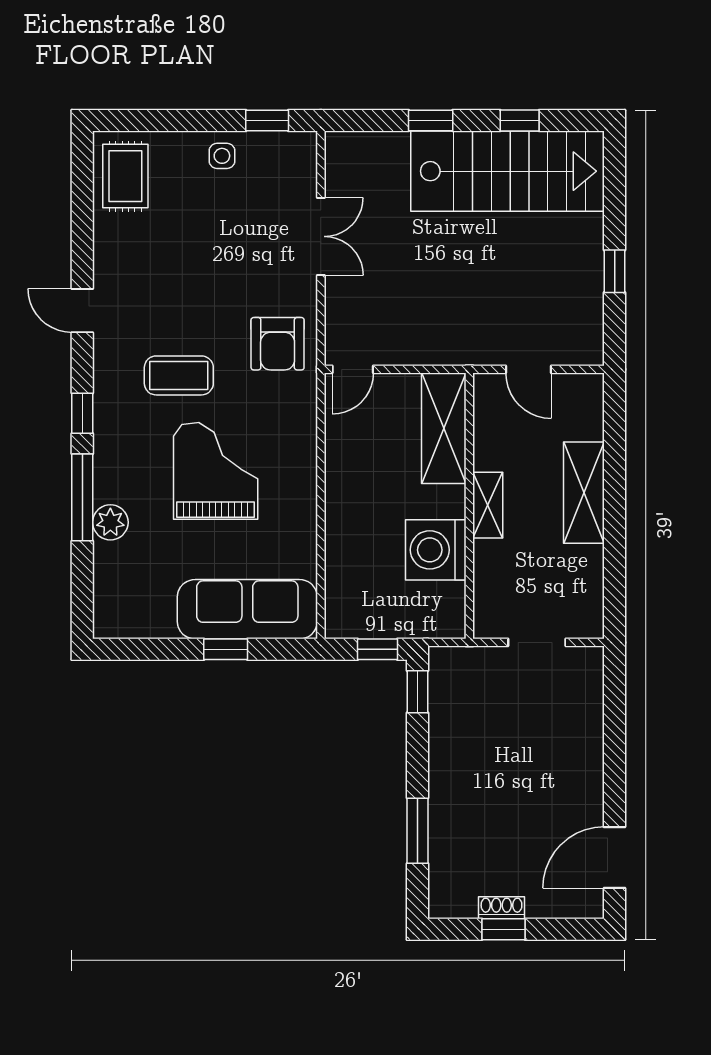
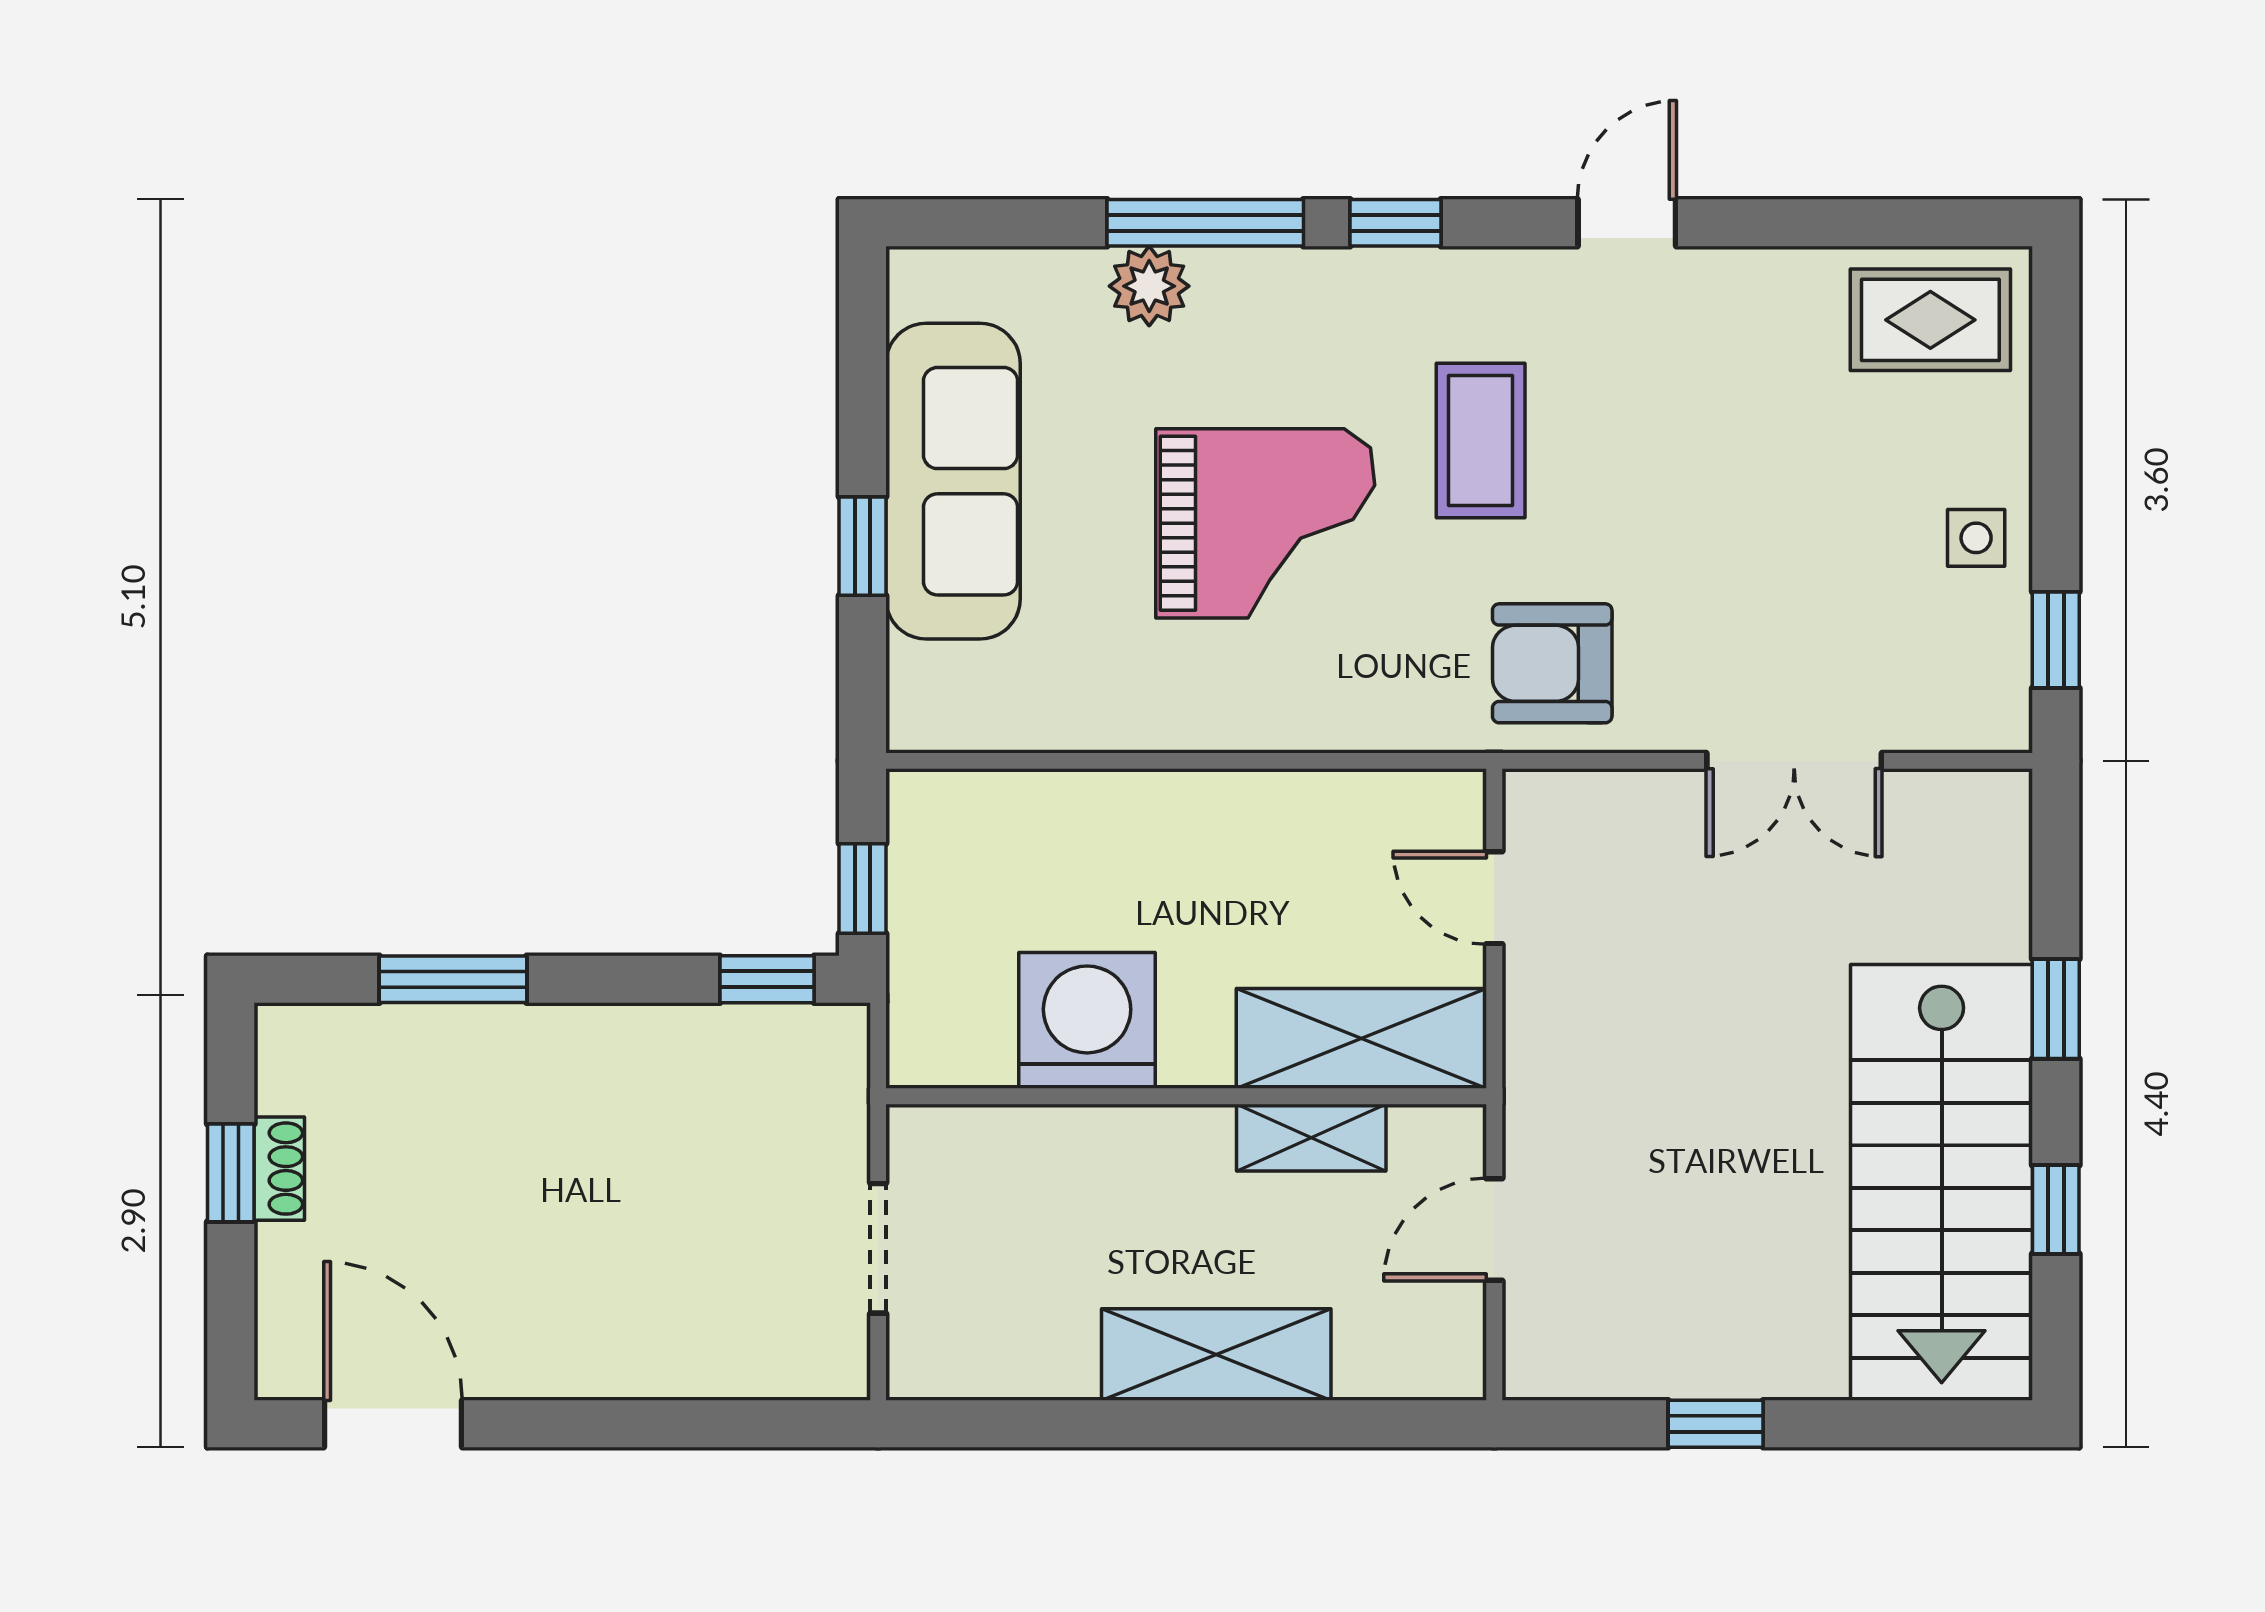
door: (353, 369) -> (1494, 898), moved
shelving: (488, 505) -> (1311, 1138), moved
sofa: (247, 609) -> (953, 481), moved

